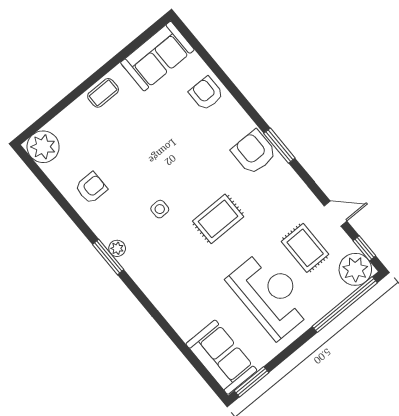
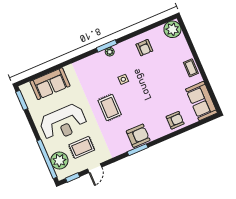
plant: (355, 269) -> (59, 161), moved
sofa: (221, 357) -> (50, 84), moved

